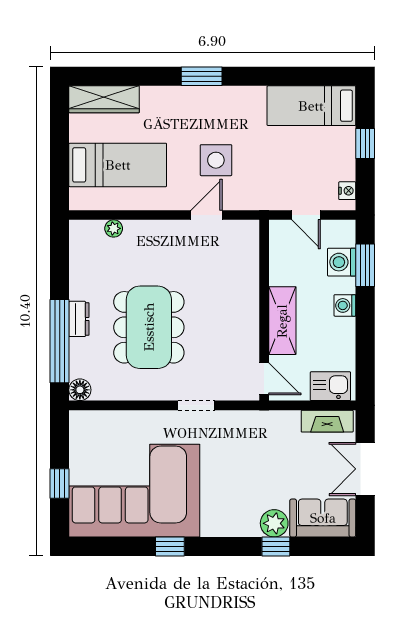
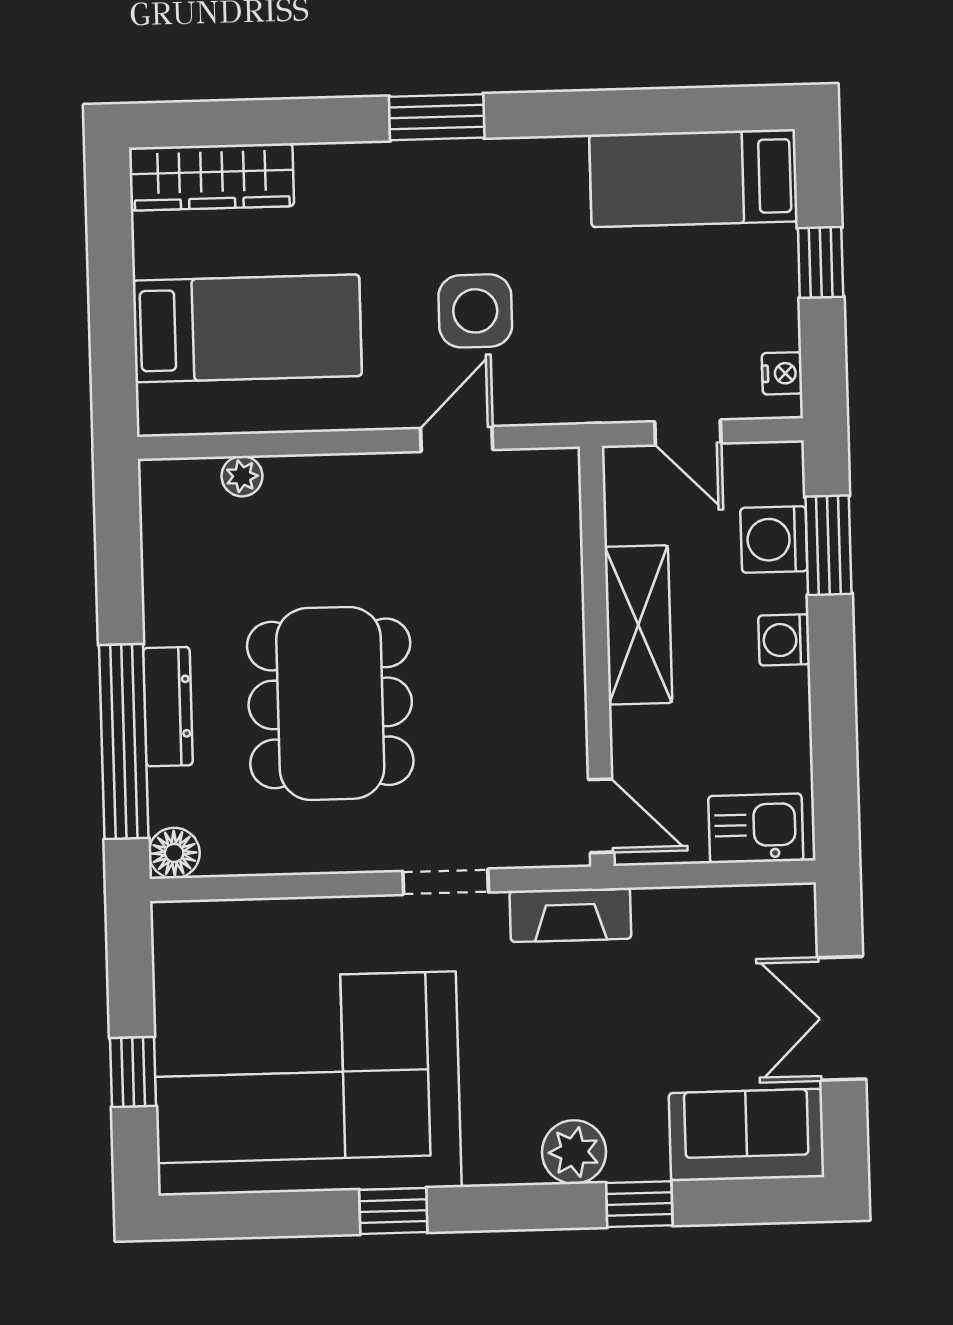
dresser: (79, 319) -> (168, 707), width x1.44
shelving: (282, 321) -> (638, 625), moved
fireplace: (327, 421) -> (570, 915), moved
plant: (274, 523) -> (574, 1152), moved

